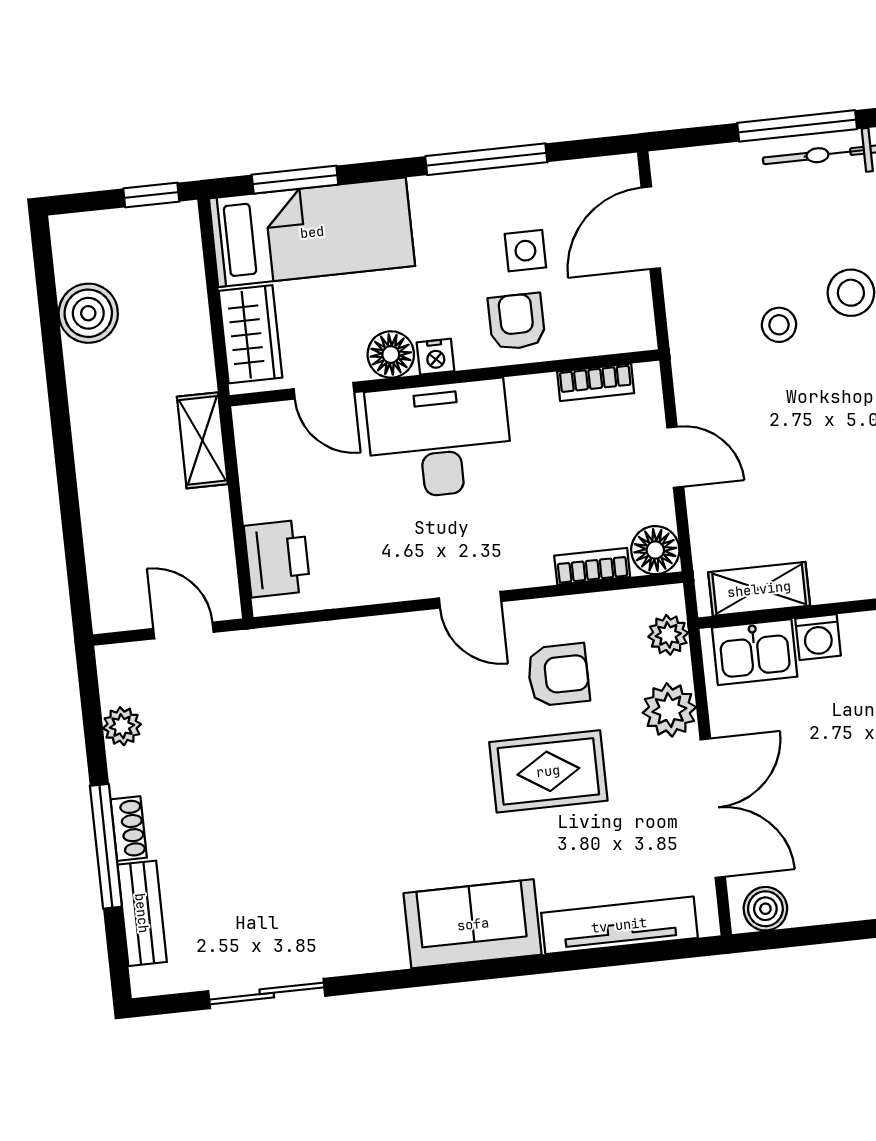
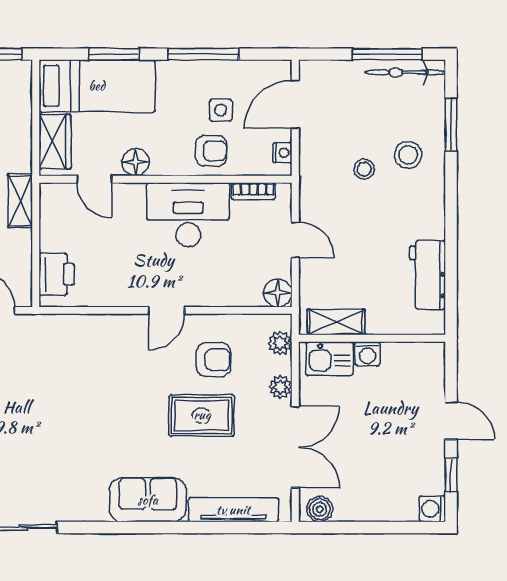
window: (295, 180) -> (114, 54), moved
armchair: (517, 322) -> (211, 151), turned 90
nightstand: (436, 357) -> (282, 153), moved, turned -90
desk: (439, 440) -> (188, 215), moved
bookcase: (592, 566) -> (240, 298), removed
door: (470, 600) -> (167, 310), hinge flipped
plant: (669, 710) -> (280, 387), width x0.73, depth x0.73

